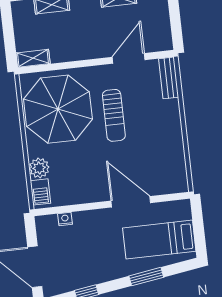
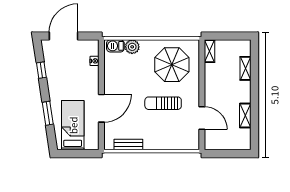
bench: (169, 78) -> (128, 145), moved
parasol: (58, 109) -> (172, 65), width x0.73, depth x0.73

